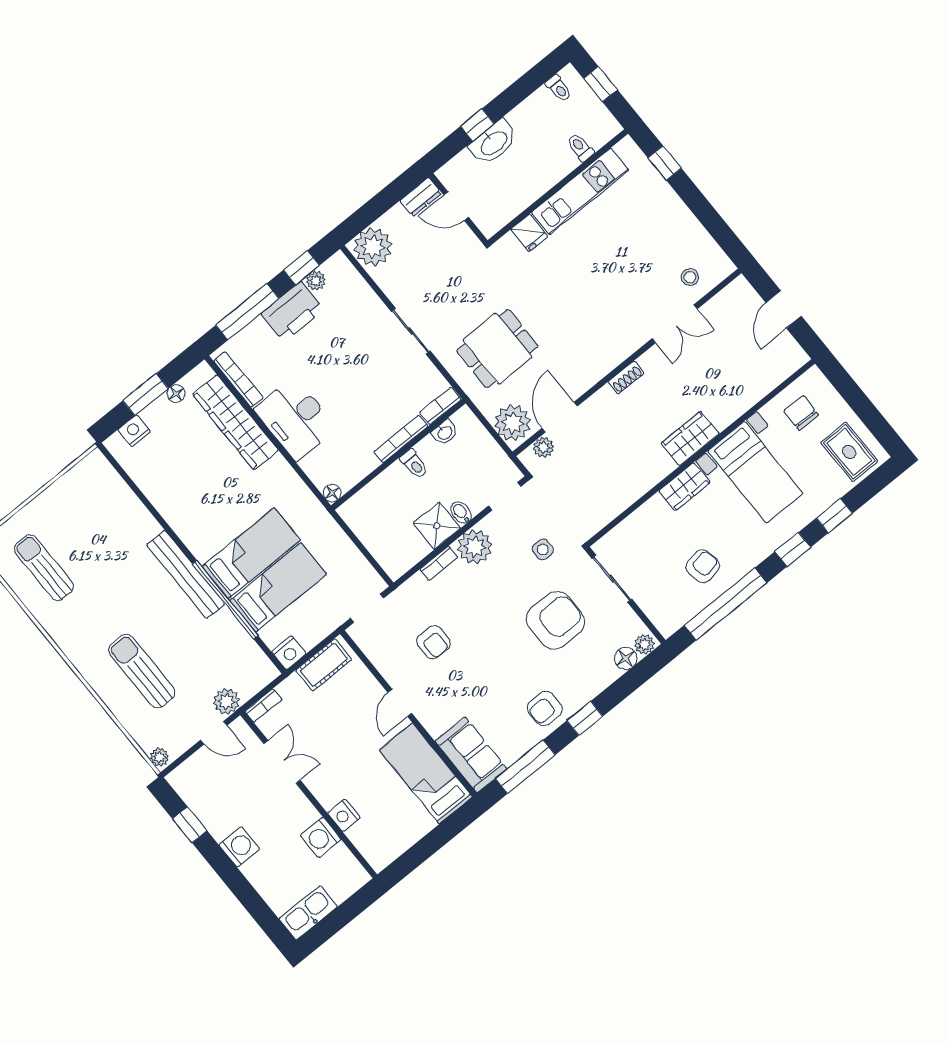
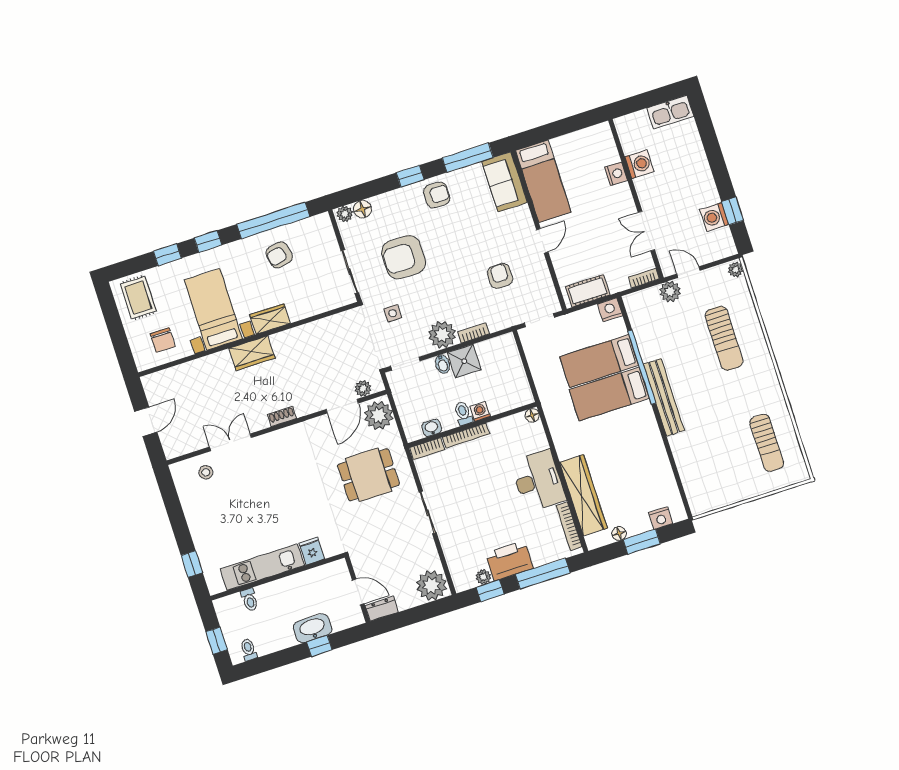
washing machine: (395, 474) -> (480, 411), added
washing machine: (239, 847) -> (714, 217), moved

